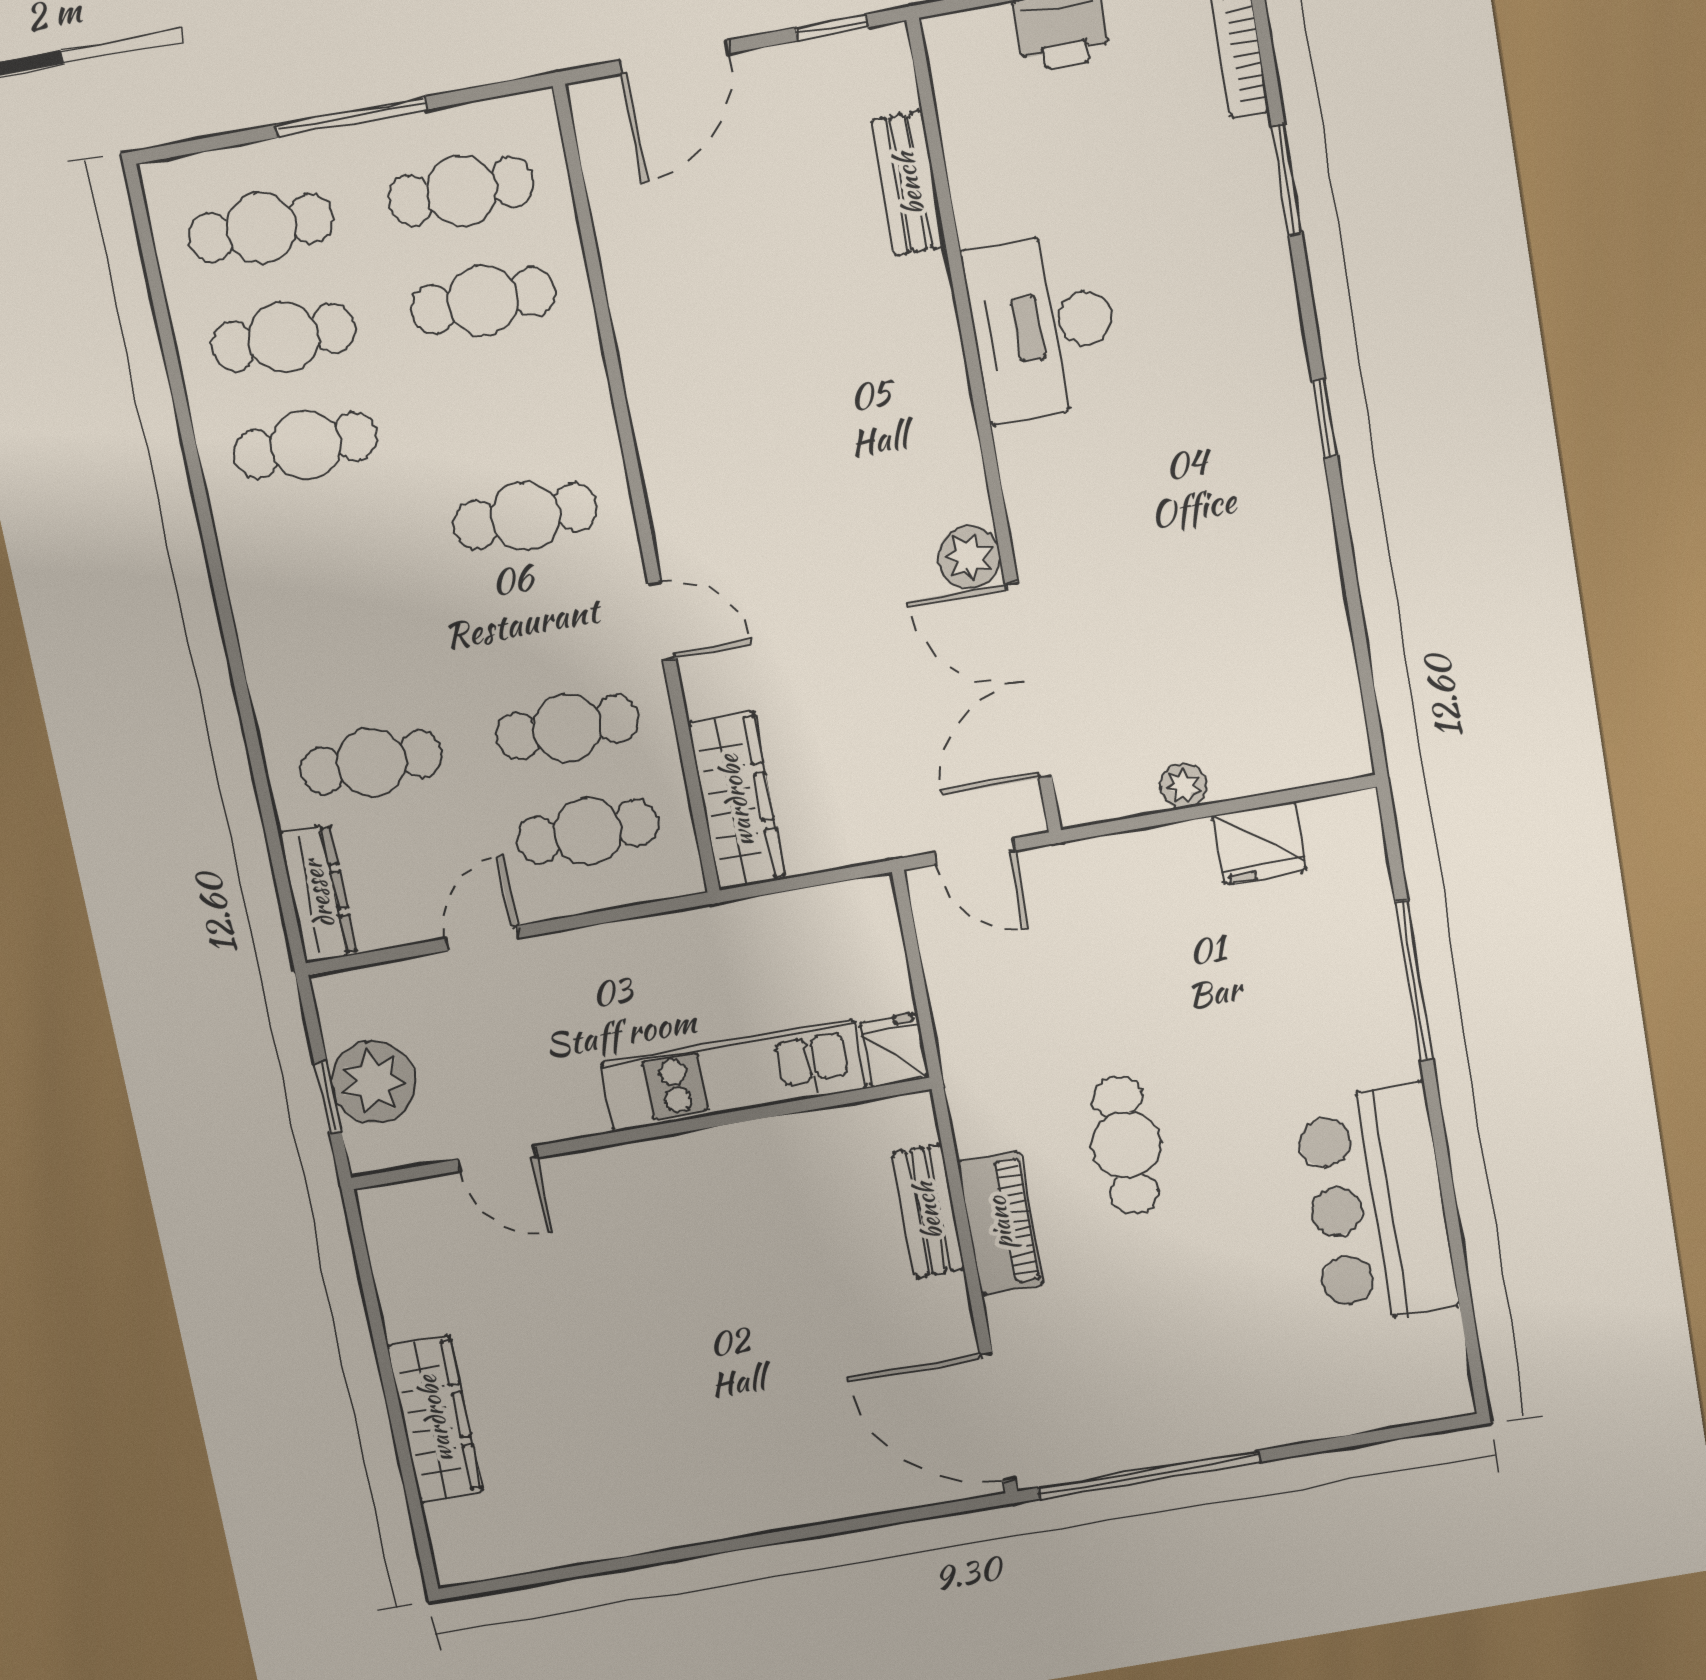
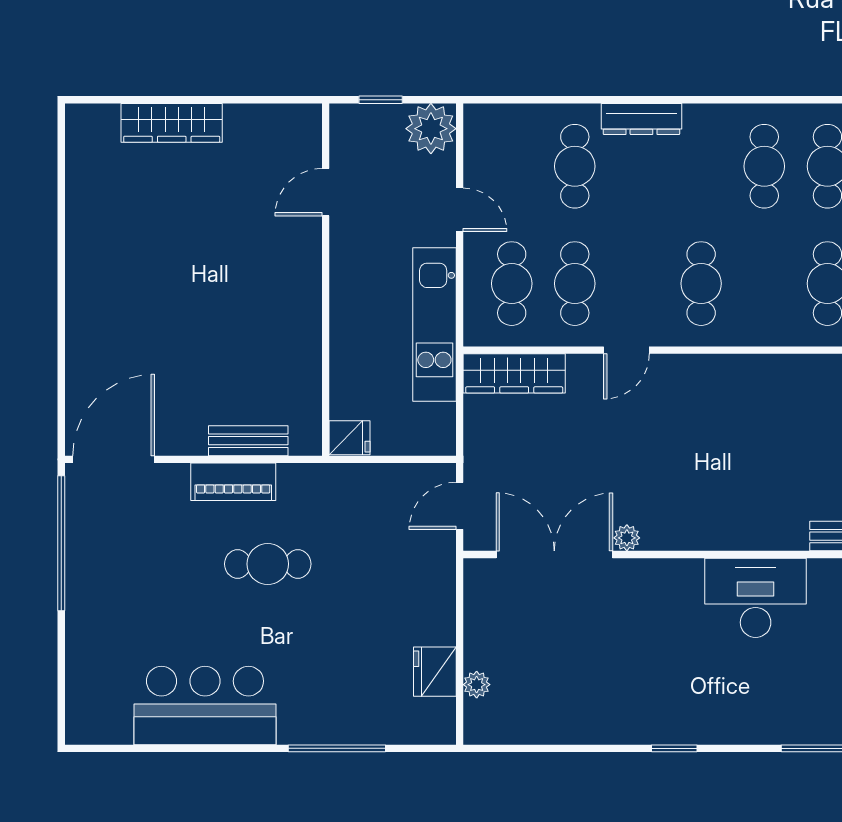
plant: (969, 557) -> (627, 538), width x0.73, depth x0.73
plant: (1183, 786) -> (477, 685), moved
dresser: (318, 894) -> (641, 119), moved
kitchen unit: (734, 1076) -> (434, 325), moved, turned 180
plant: (374, 1082) -> (431, 129), moved

